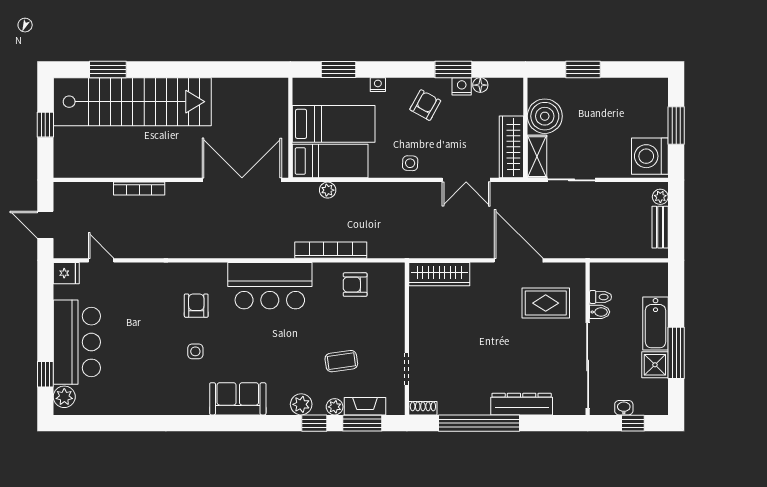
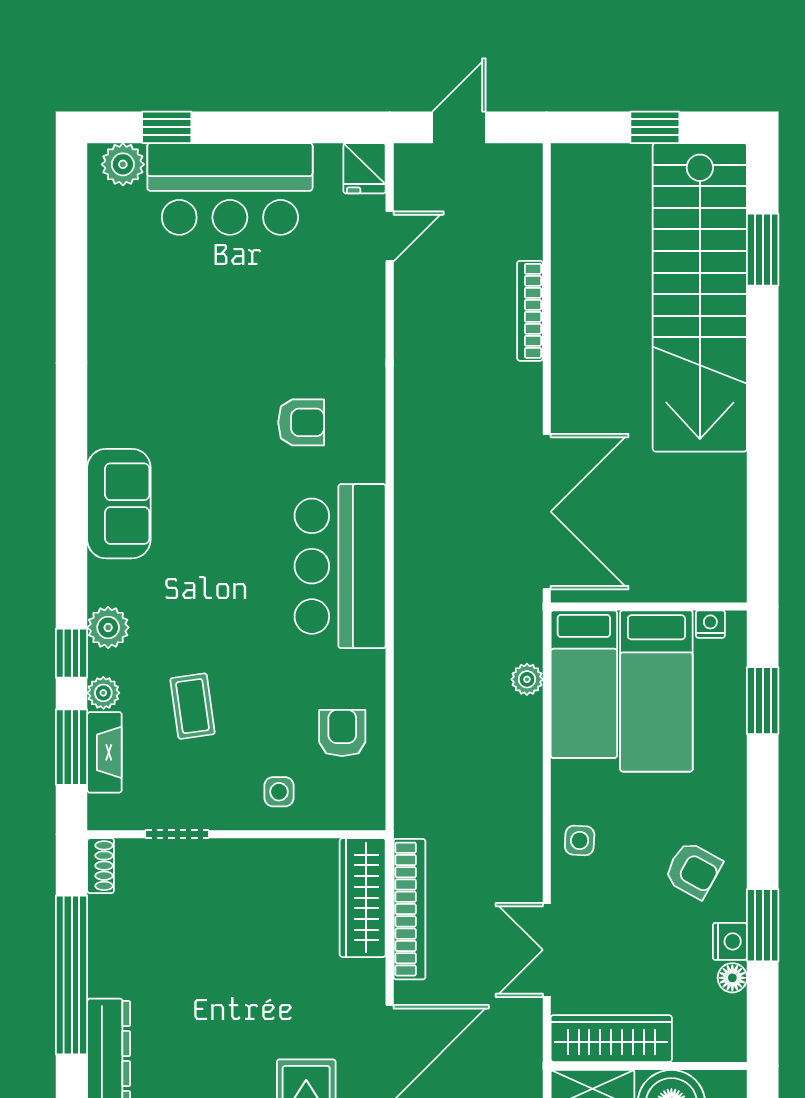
nightstand: (378, 85) -> (710, 624), moved, turned -90
bookcase: (331, 250) -> (410, 909), moved
side table: (195, 351) -> (279, 792), moved

